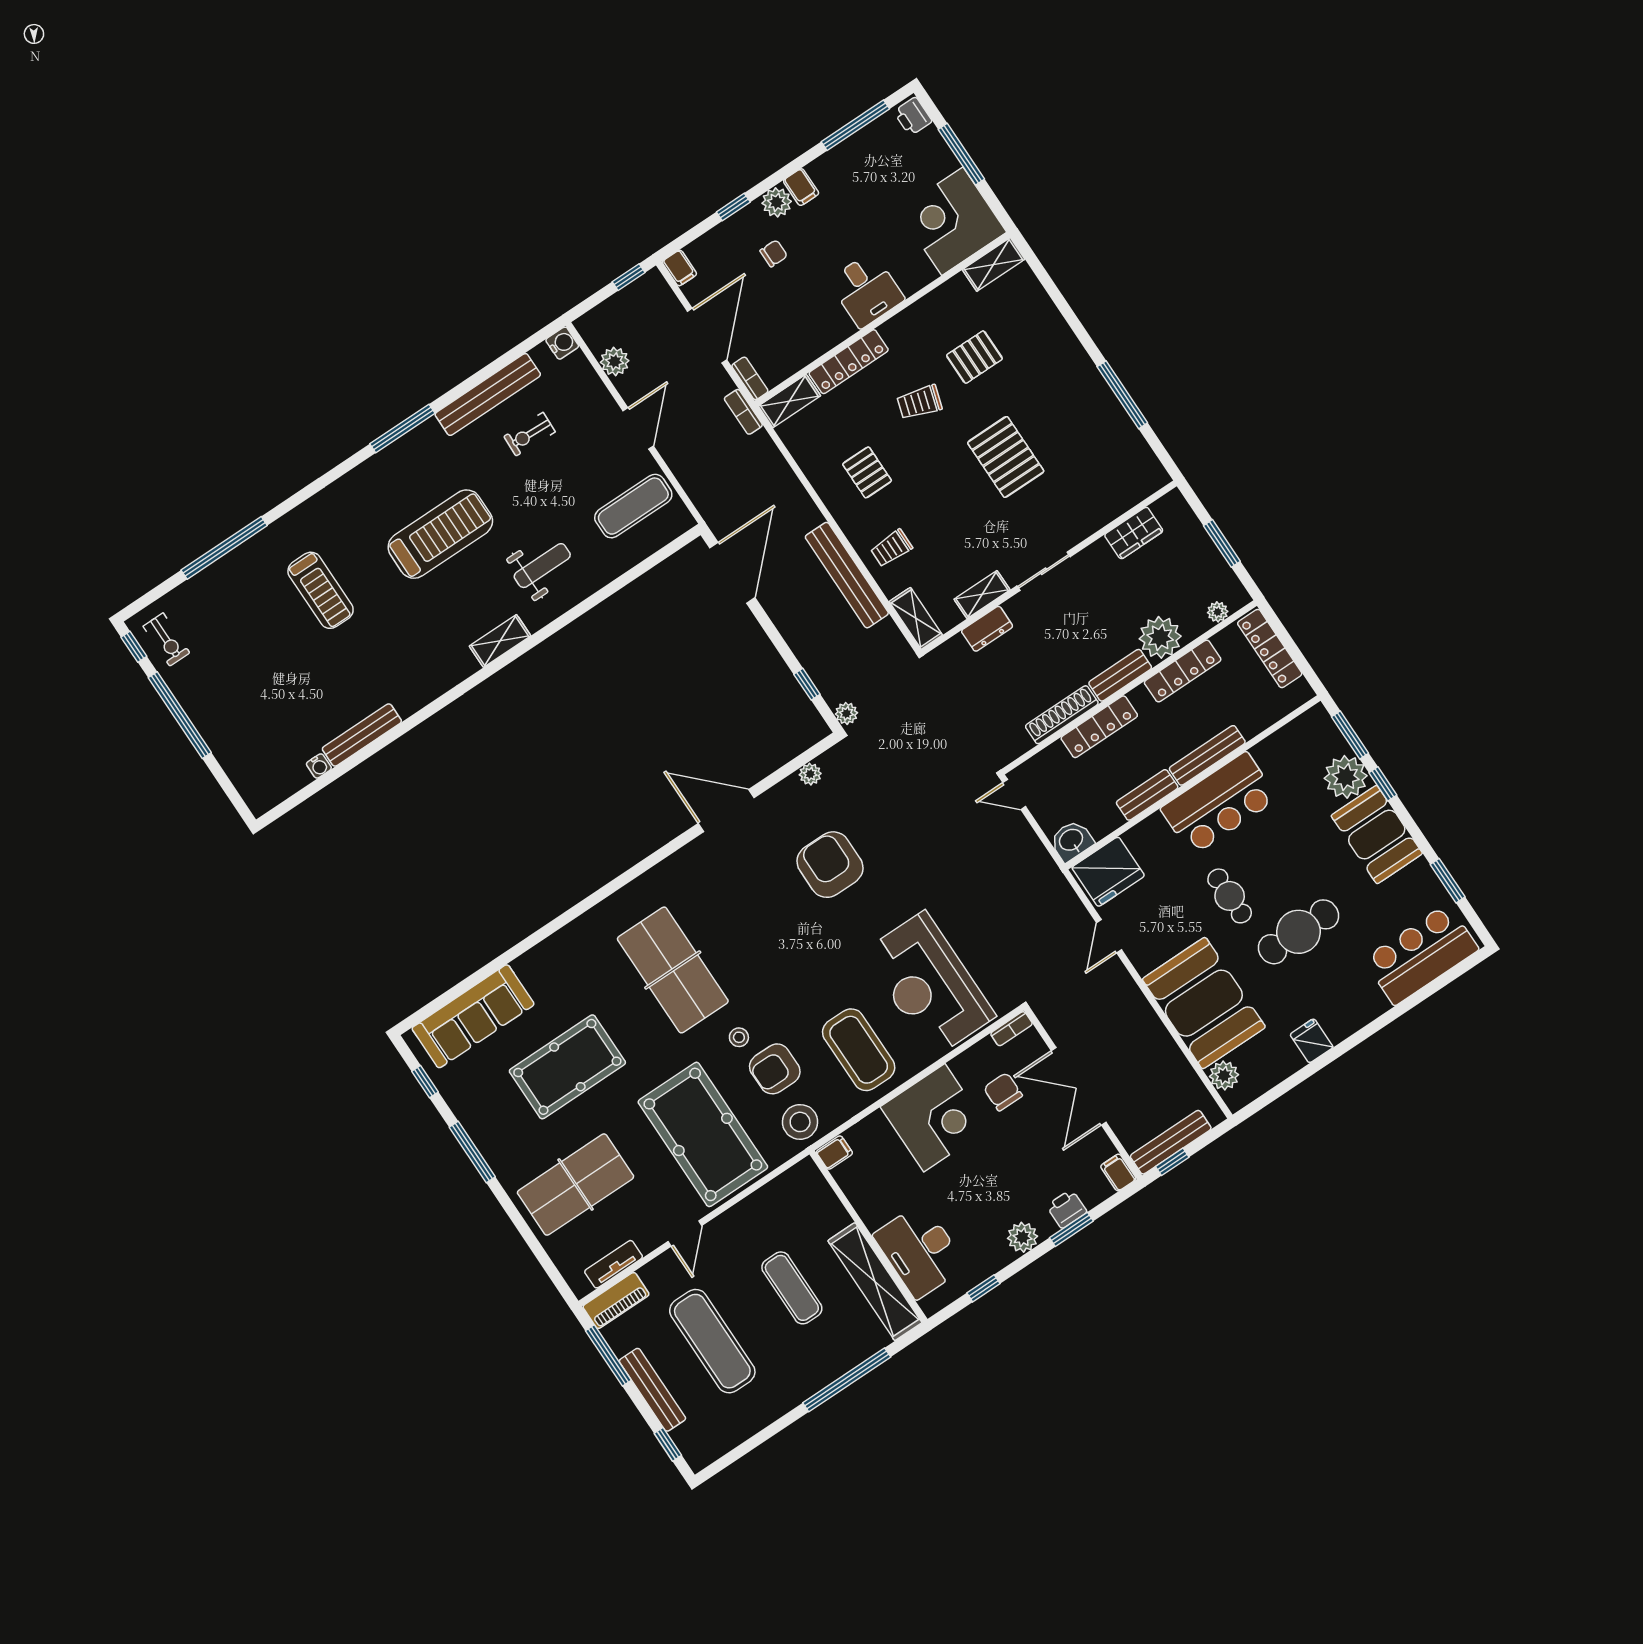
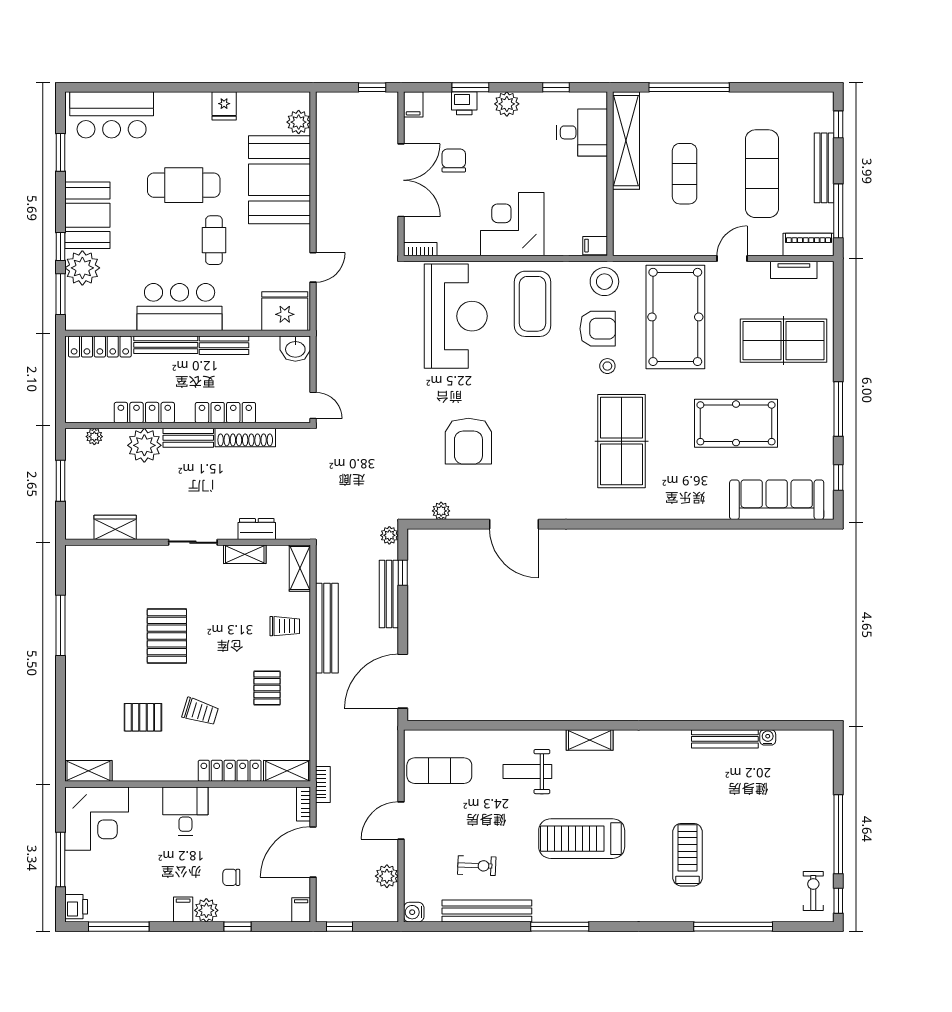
locker: (1270, 648) -> (100, 347), moved, turned 90
chair: (1003, 1092) -> (454, 161), moved, turned 180
bench: (1171, 1142) -> (389, 594), moved, turned 90
desk: (920, 1251) -> (582, 132), width x0.73

